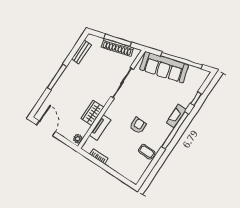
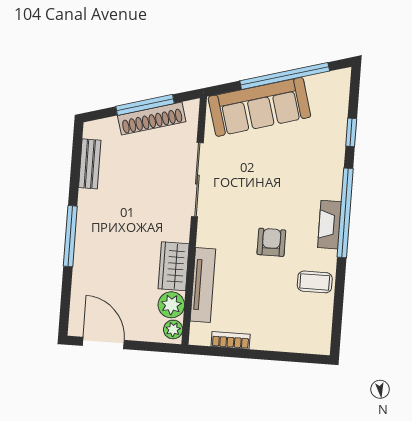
fireplace: (176, 116) -> (329, 225), moved
tv unit: (100, 127) -> (203, 285), width x1.41
plant: (83, 128) -> (171, 305), added

